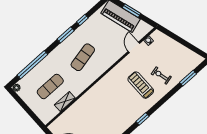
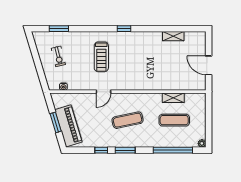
door: (134, 47) -> (103, 92), moved
exercise bike: (161, 75) -> (58, 56), moved

